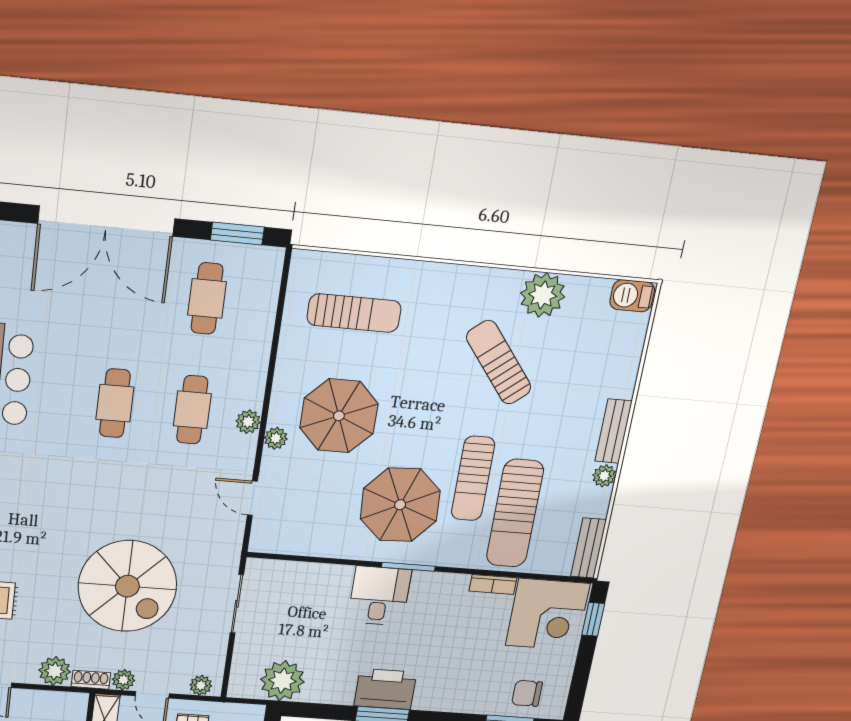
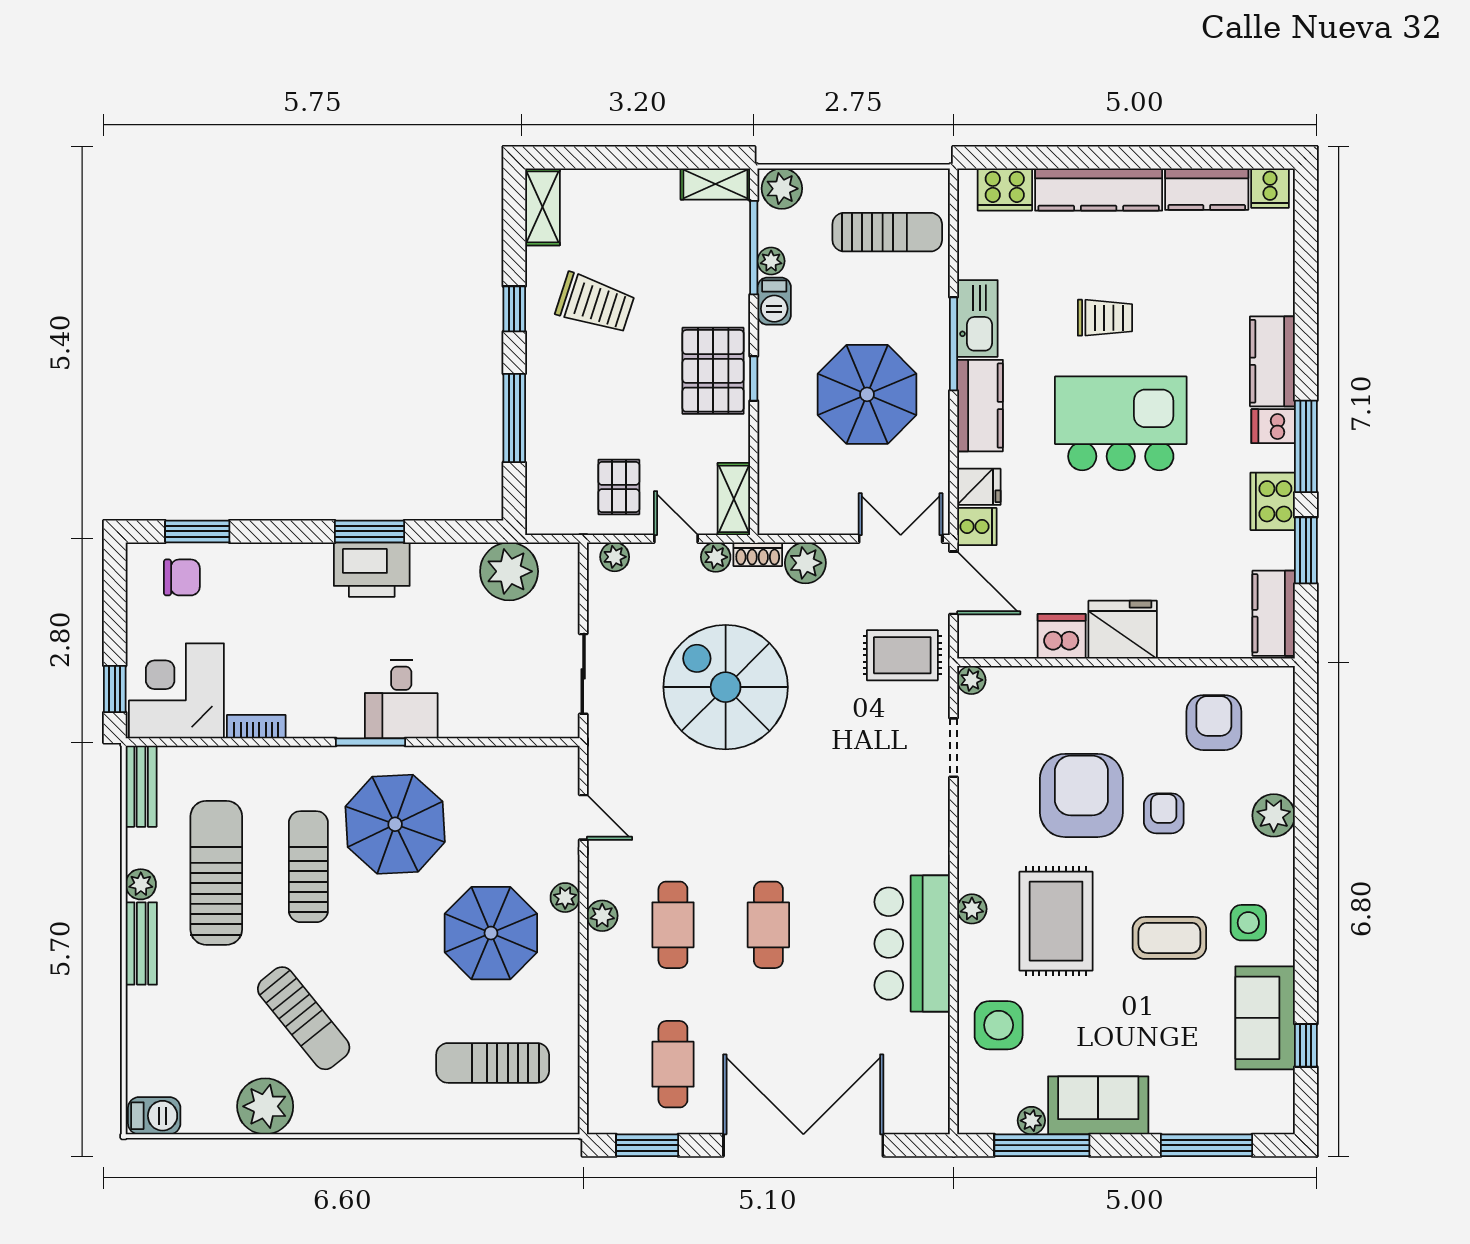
sun lounger: (515, 513) -> (216, 873), moved

